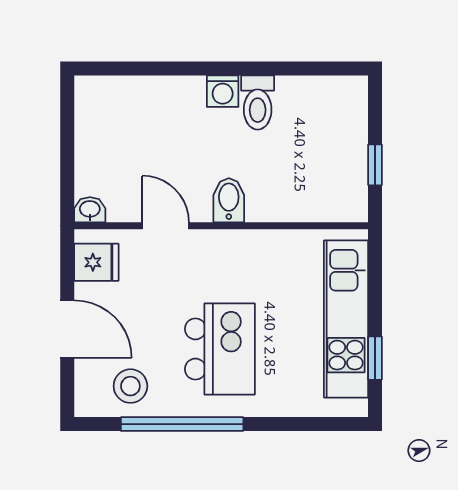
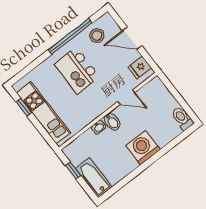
washing machine: (223, 91) -> (143, 148), width x1.89, depth x1.89
toilet: (258, 103) -> (182, 118), moved
bathtub: (347, 121) -> (94, 178), added
washbasin: (90, 210) -> (99, 127), moved

